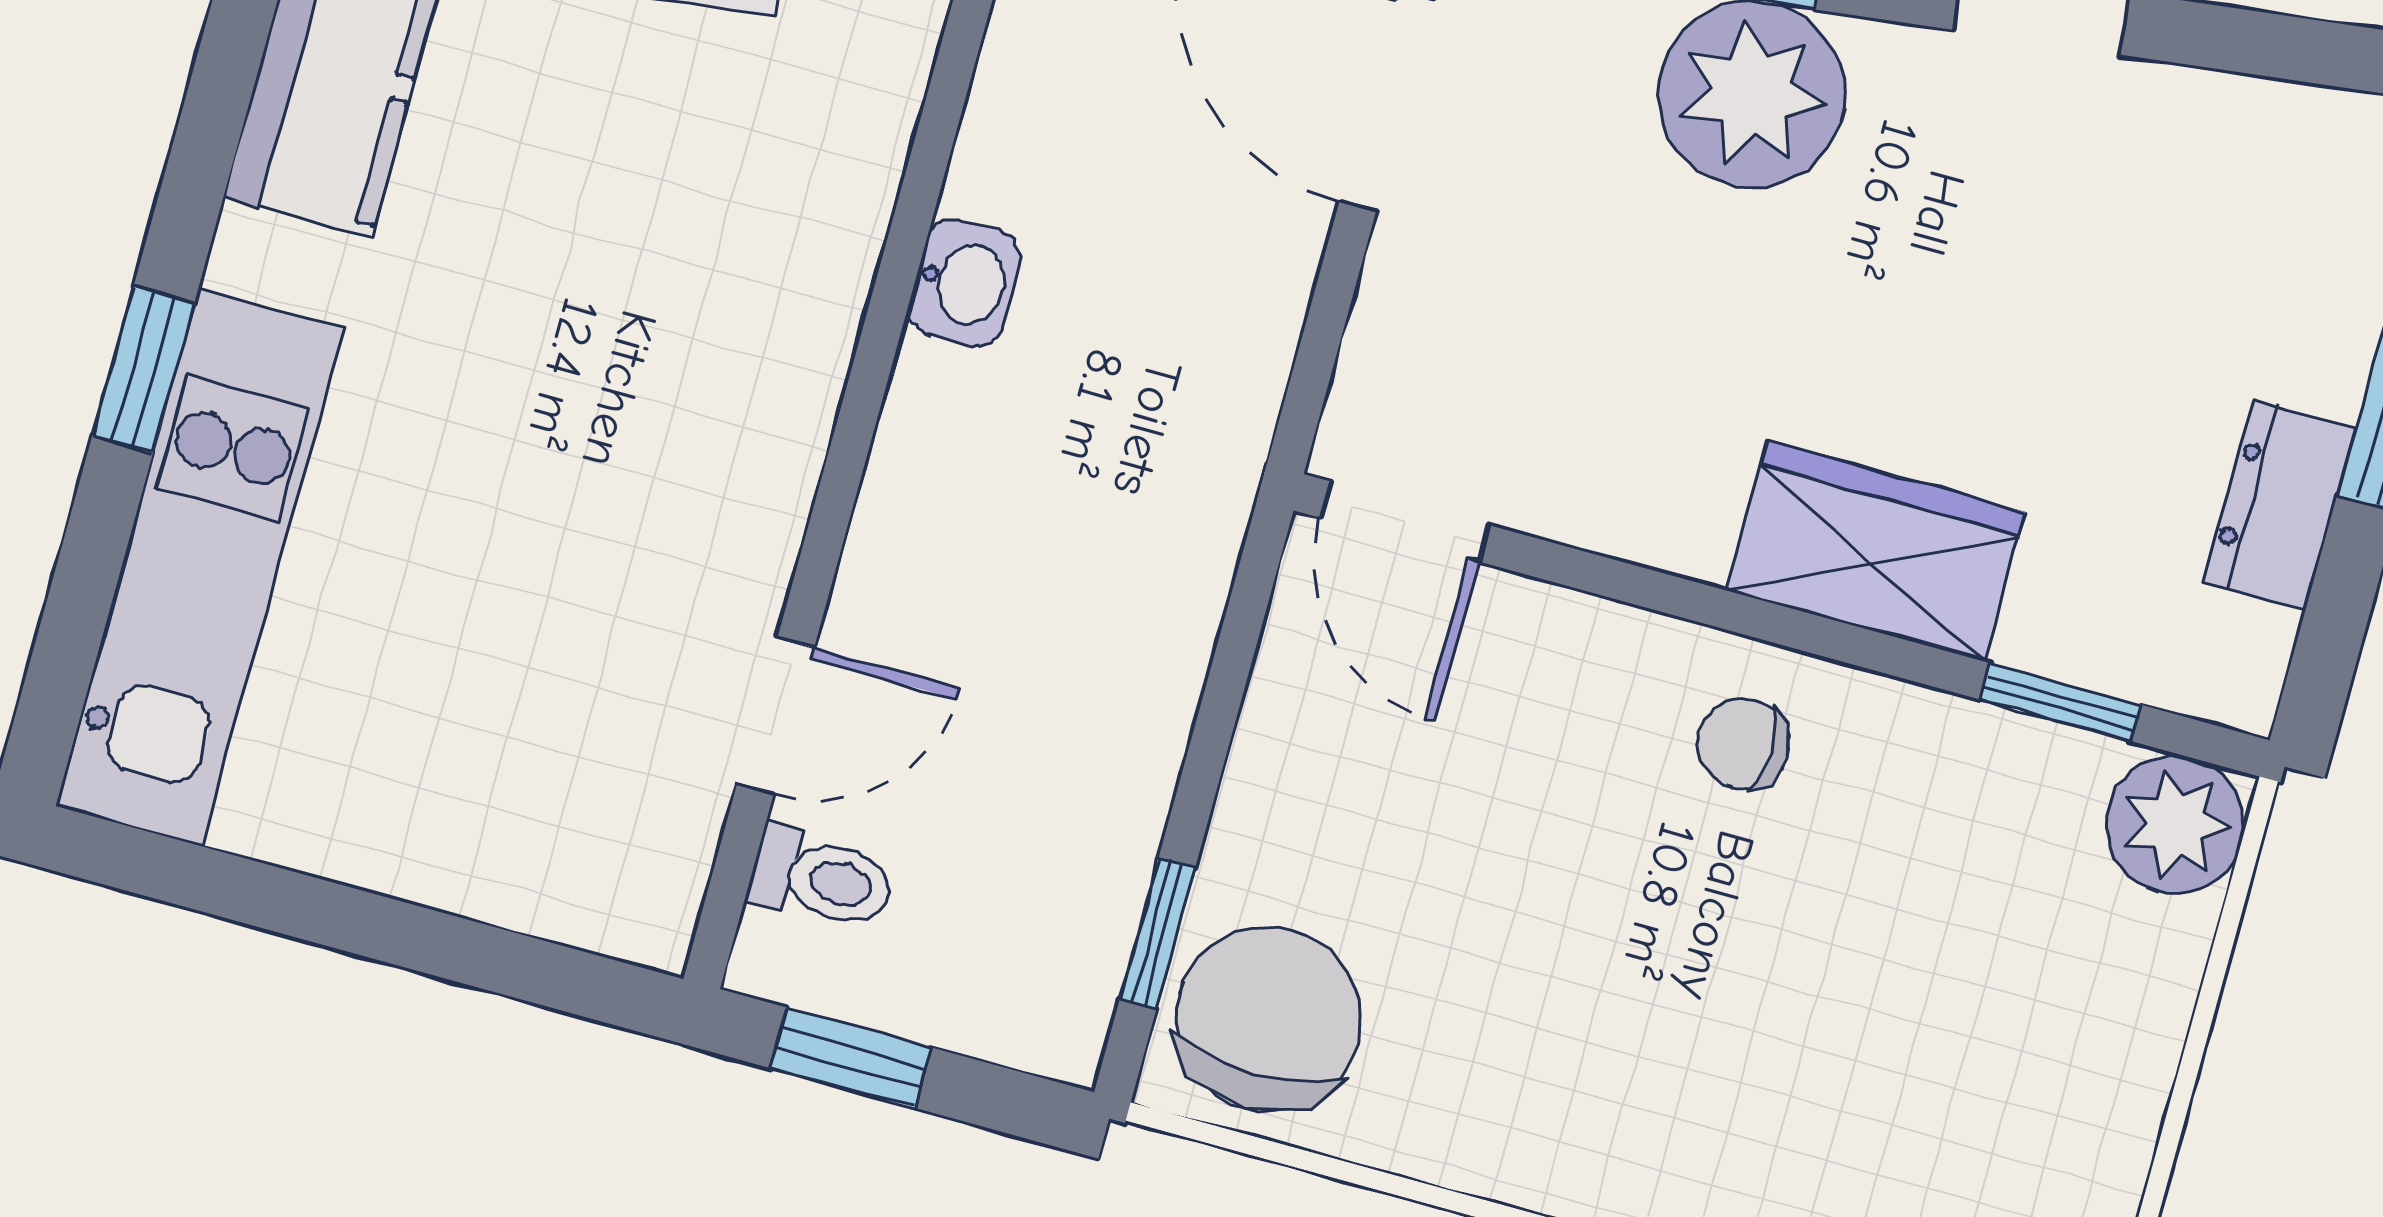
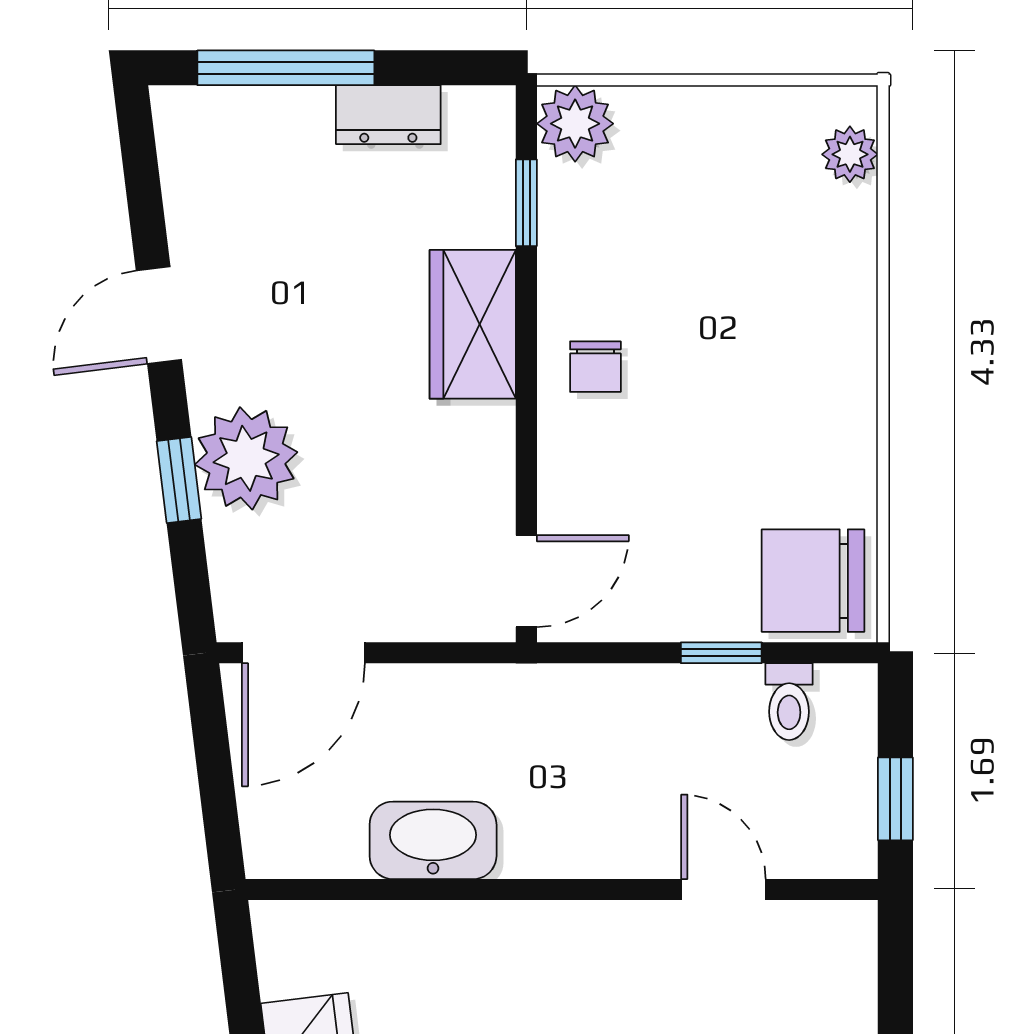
washbasin: (964, 283) -> (433, 840), width x1.91, depth x1.45
toilet: (822, 879) -> (789, 702), moved, turned 180
window: (1157, 933) -> (721, 653), moved

